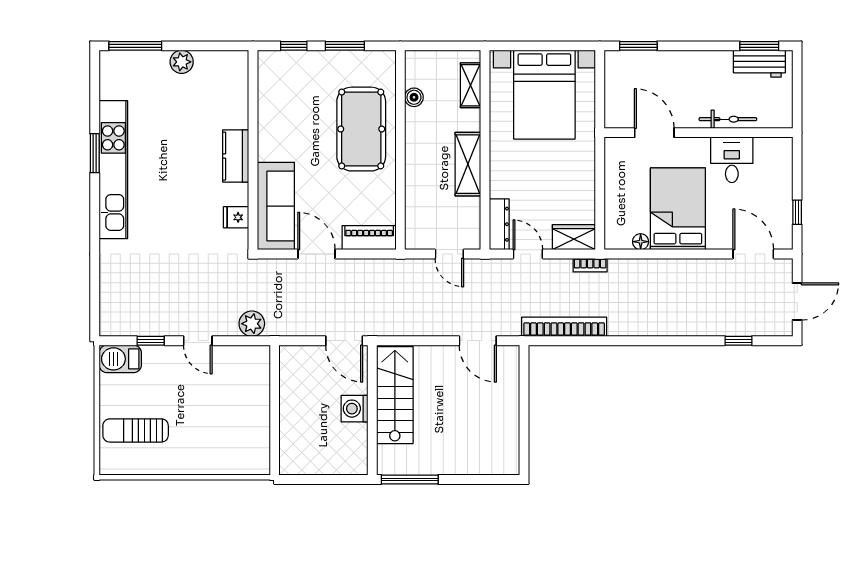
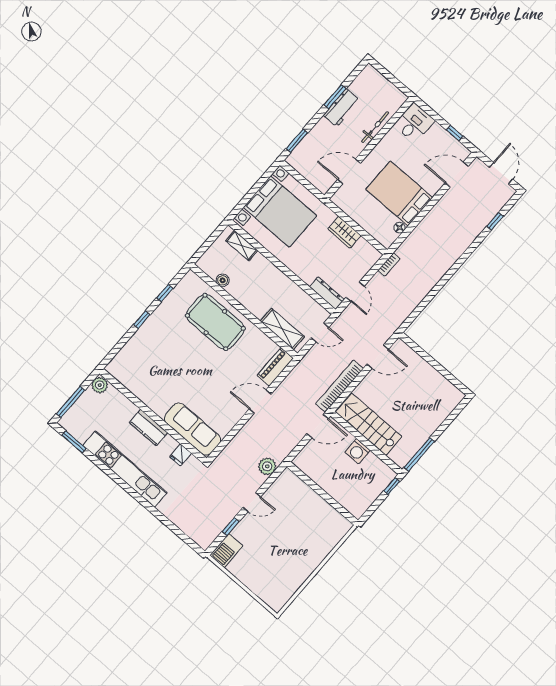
window: (345, 46) -> (165, 293), width x0.67
window: (759, 46) -> (335, 97), moved
workbench: (759, 64) -> (341, 108), moved
wall: (253, 150) -> (153, 416), moved
window: (95, 153) -> (74, 442), moved
kitchen counter: (236, 156) -> (148, 428), moved
desk: (732, 160) -> (414, 123), moved, turned 90
shelving: (468, 164) -> (282, 329), moved
sofa: (276, 206) -> (193, 429), moved
fridge: (236, 217) -> (180, 455), moved
wardrobe: (574, 237) -> (344, 232), moved, turned -90
door: (528, 254) -> (355, 292), swing flipped
bookcase: (564, 327) -> (340, 386), moved
sun lounger: (136, 430) -> (270, 575), removed
window: (349, 479) -> (392, 486), added

